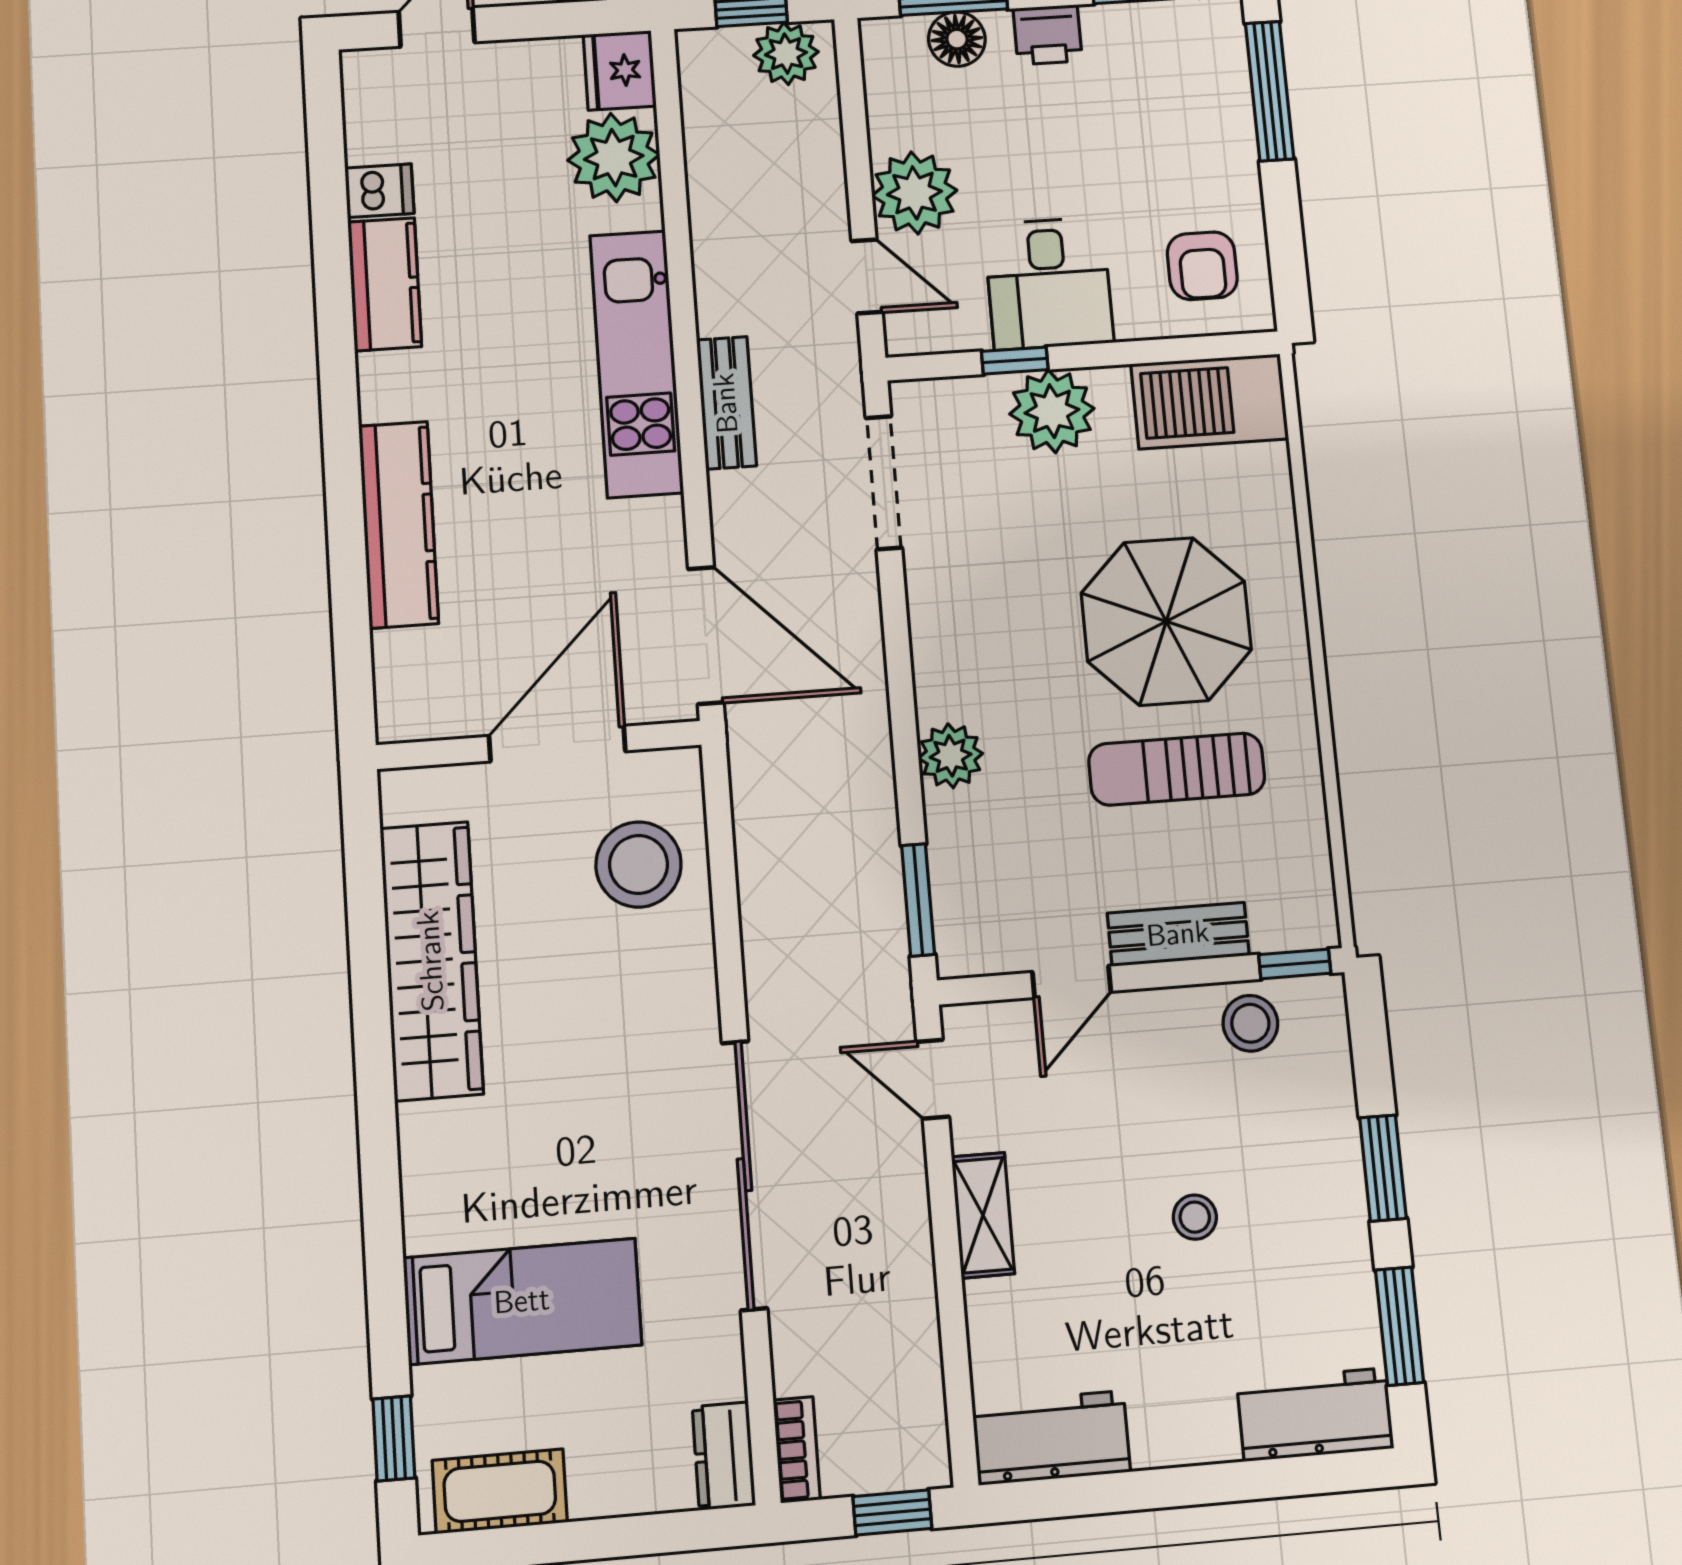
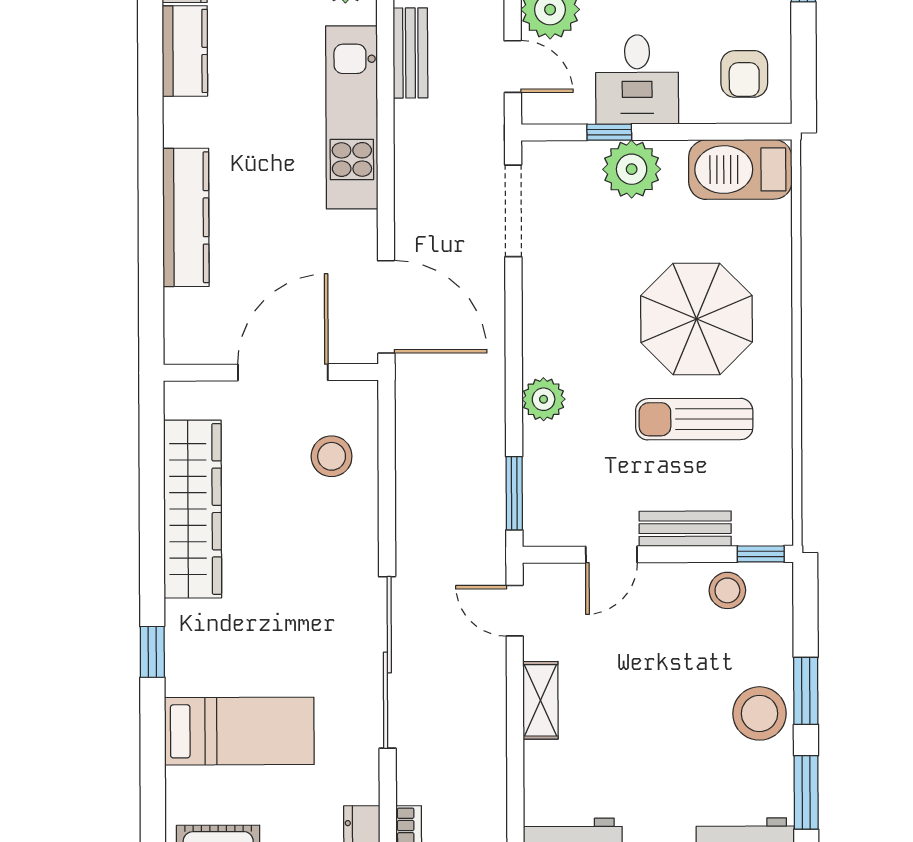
bench: (726, 403) -> (410, 53), moved
stool: (639, 864) -> (332, 456), width x0.73, depth x0.73
stool: (1195, 1217) -> (760, 713), moved, width x1.89, depth x1.89
window: (394, 1438) -> (152, 652), moved

